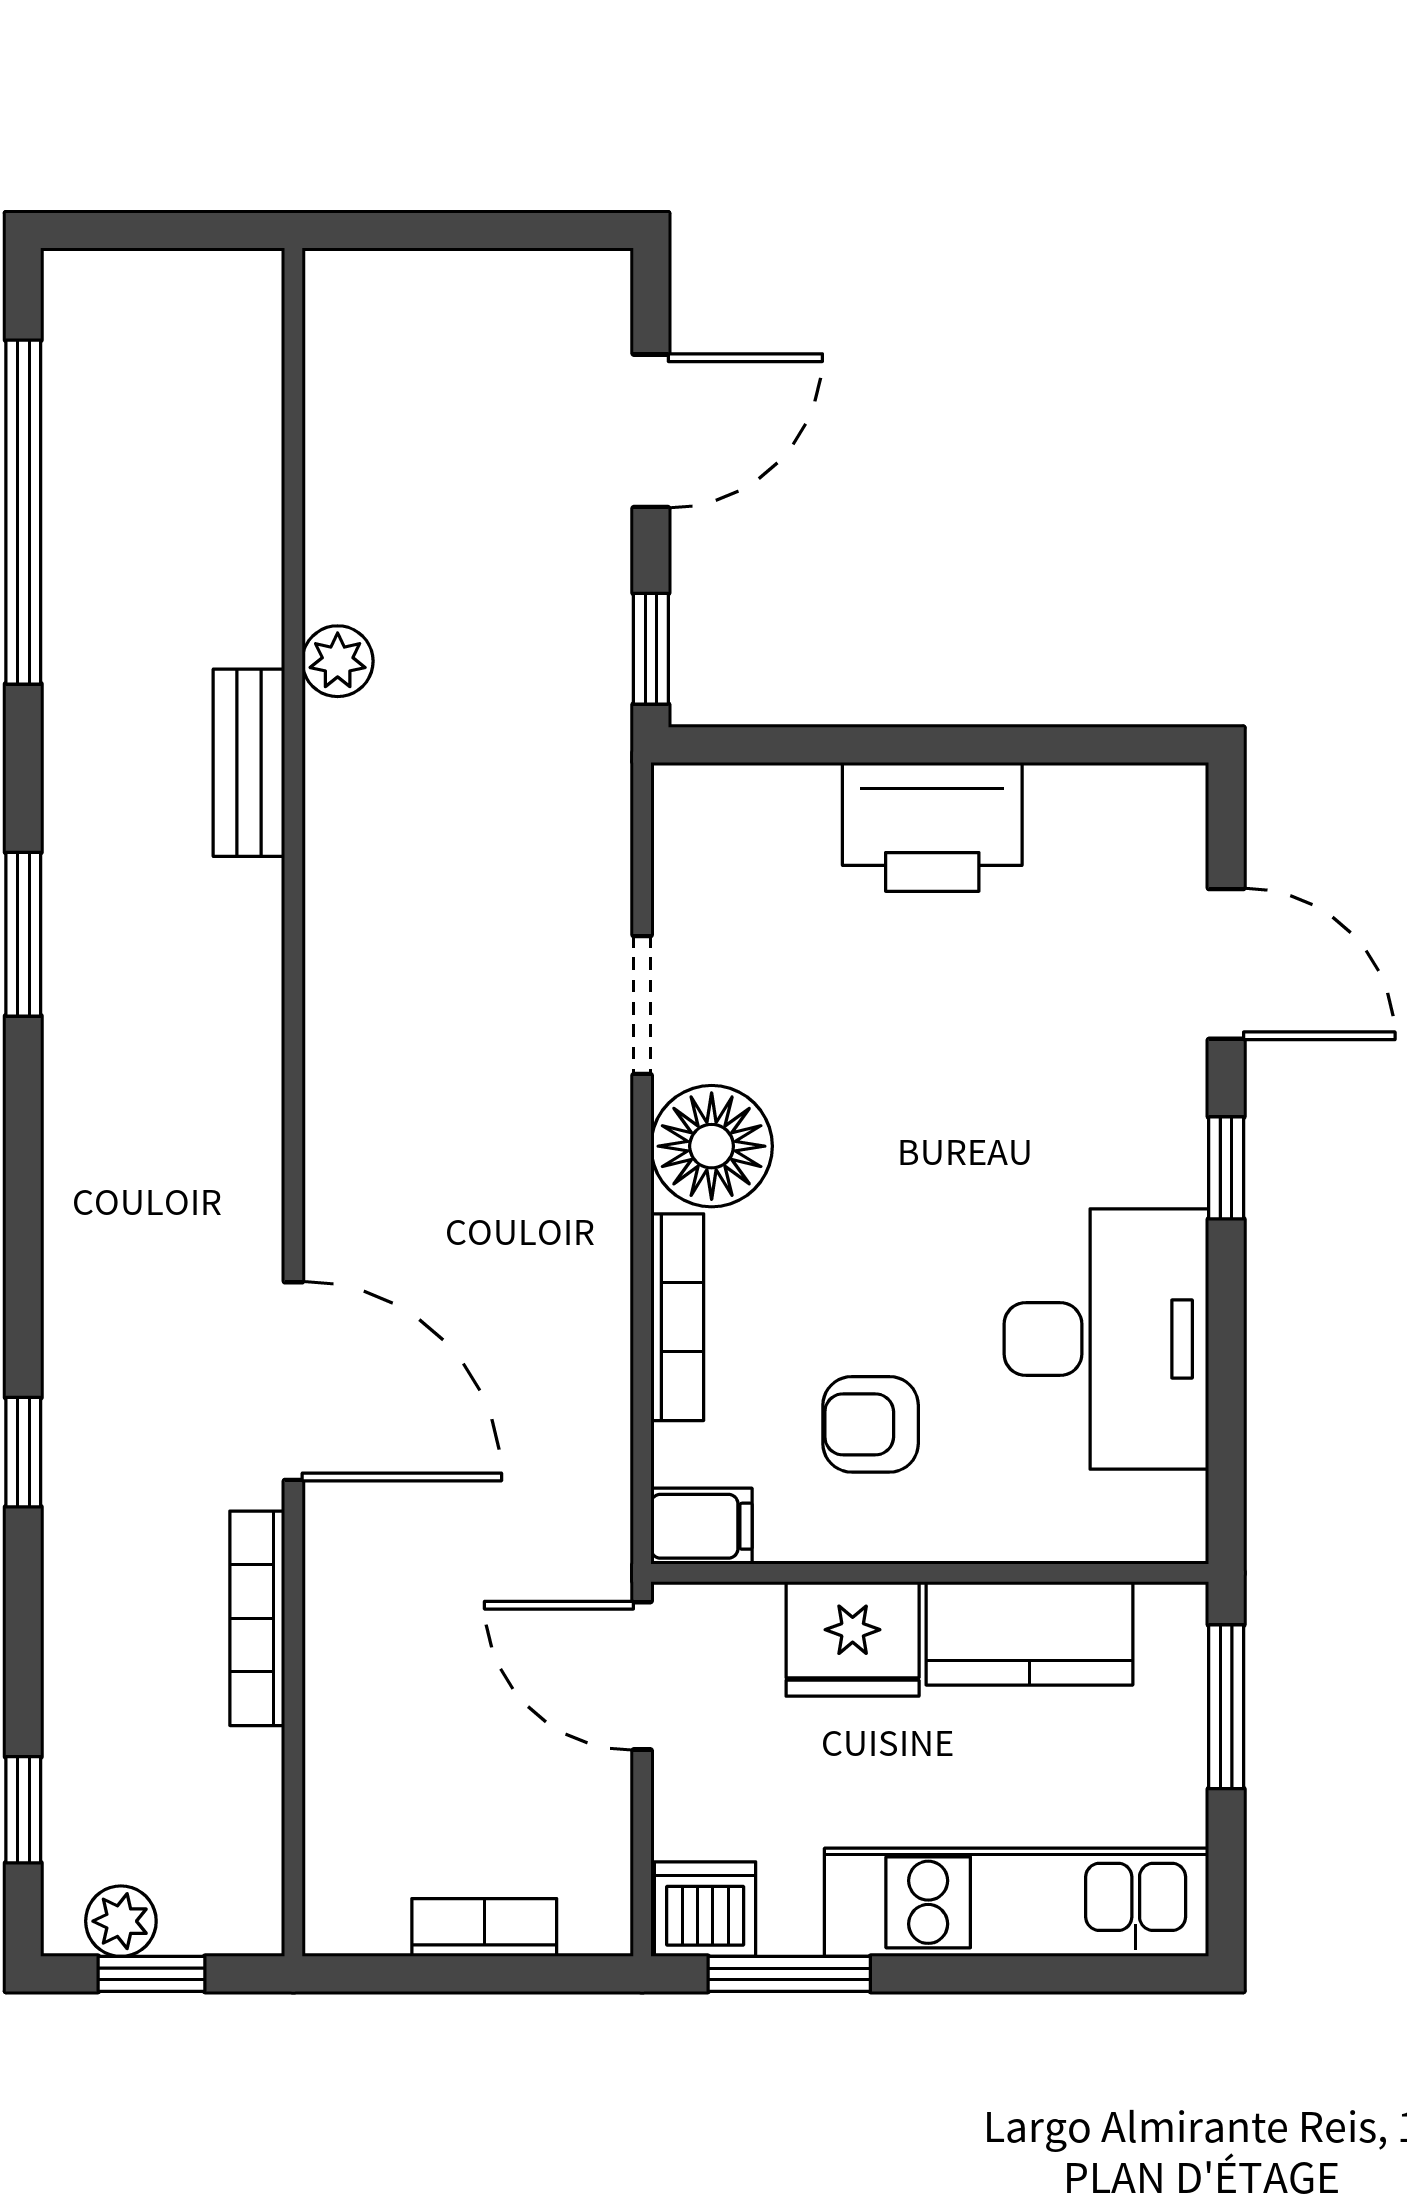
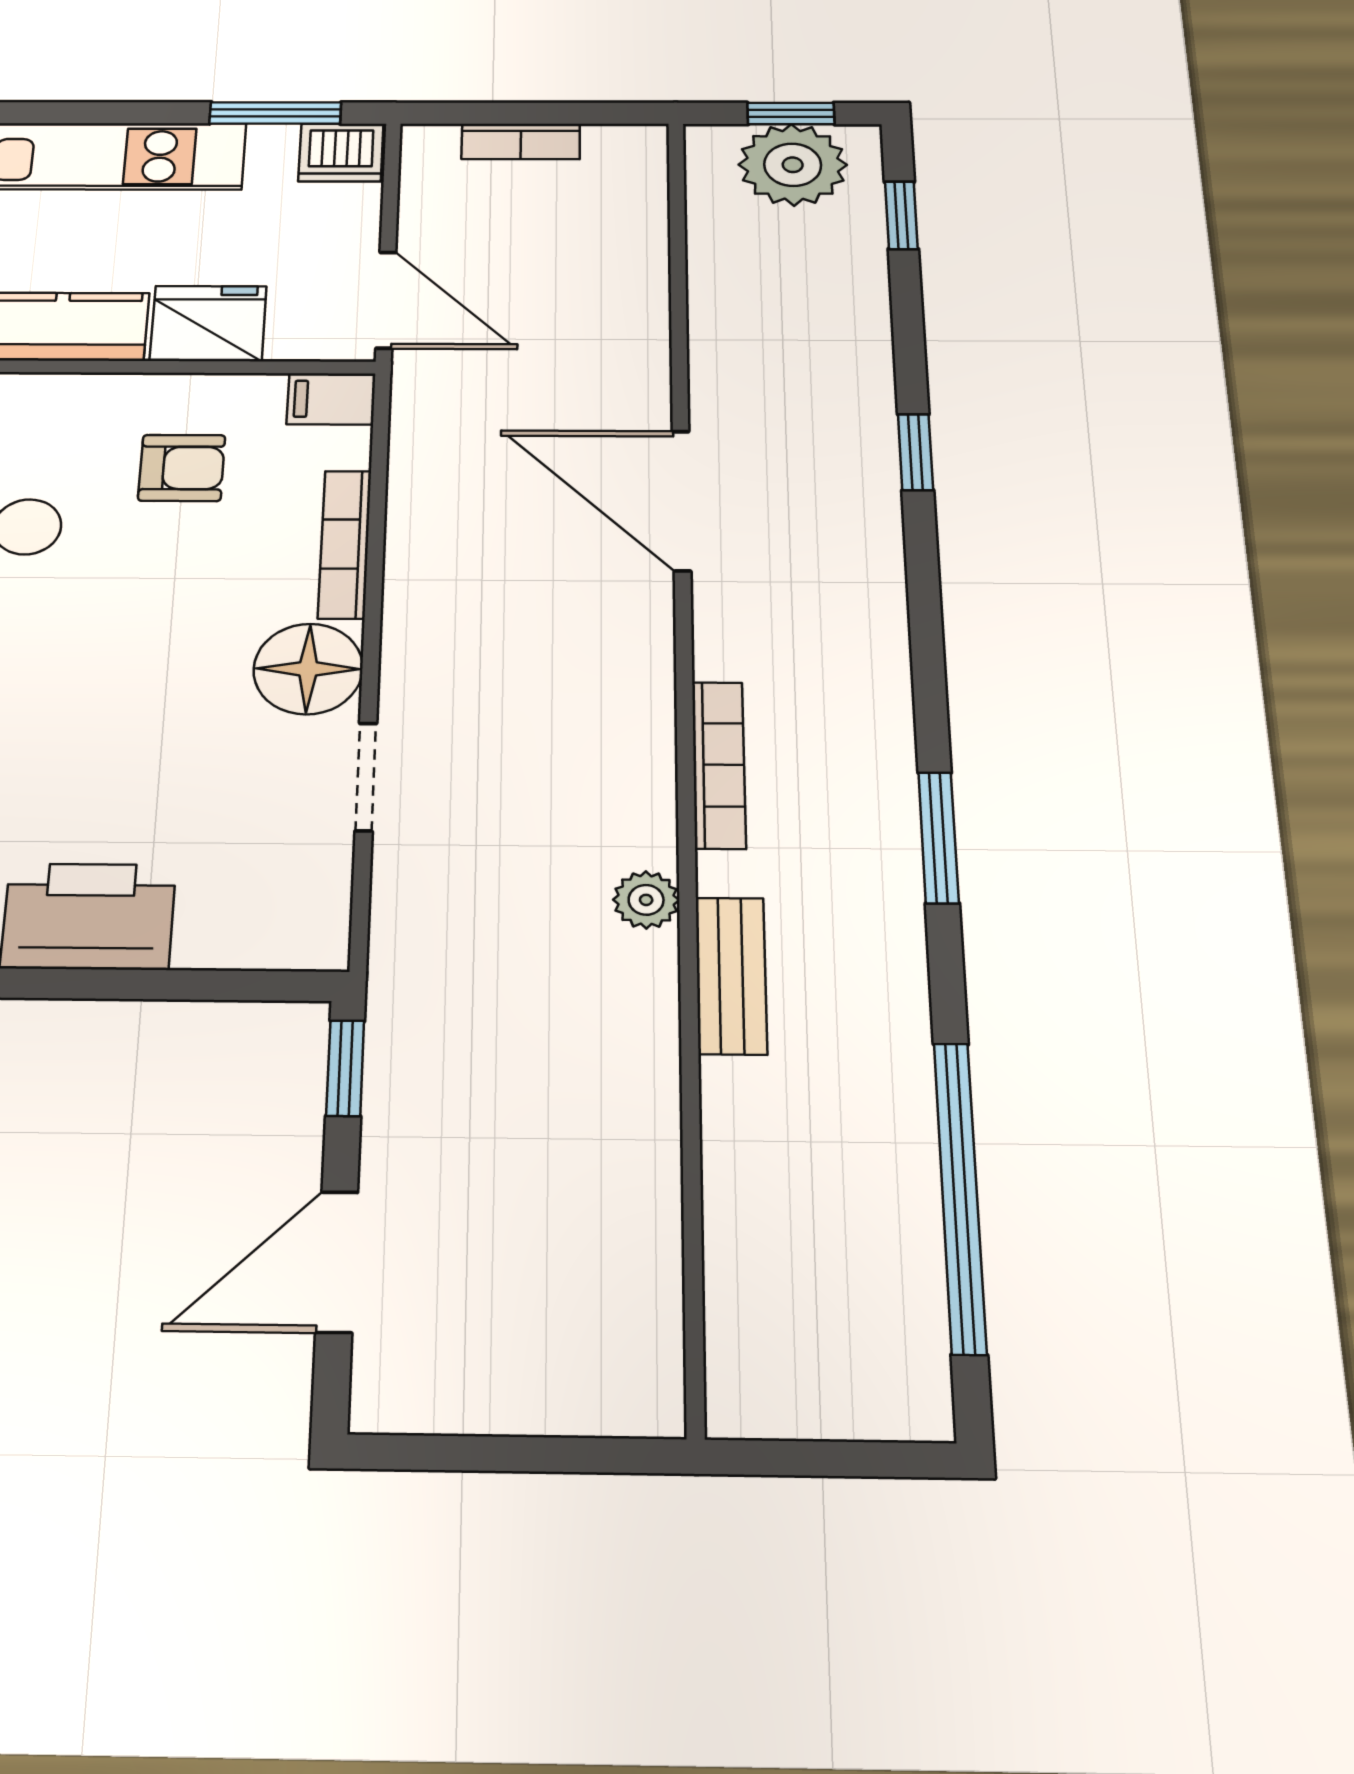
plant: (338, 661) -> (646, 900), moved
bookcase: (257, 1618) -> (719, 765), moved
plant: (121, 1921) -> (793, 165), width x1.87, depth x1.87

